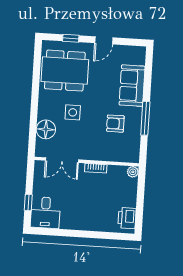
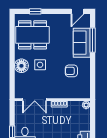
door: (104, 40) -> (77, 11), moved
window: (145, 118) -> (93, 40), moved
floor lamp: (46, 129) -> (21, 66), moved

